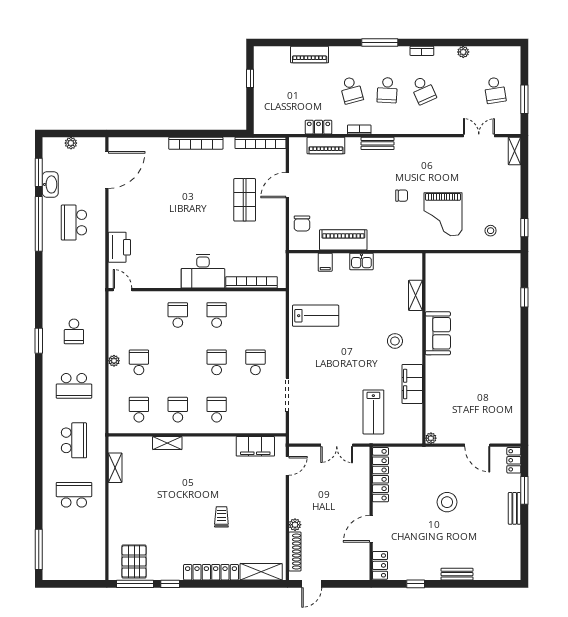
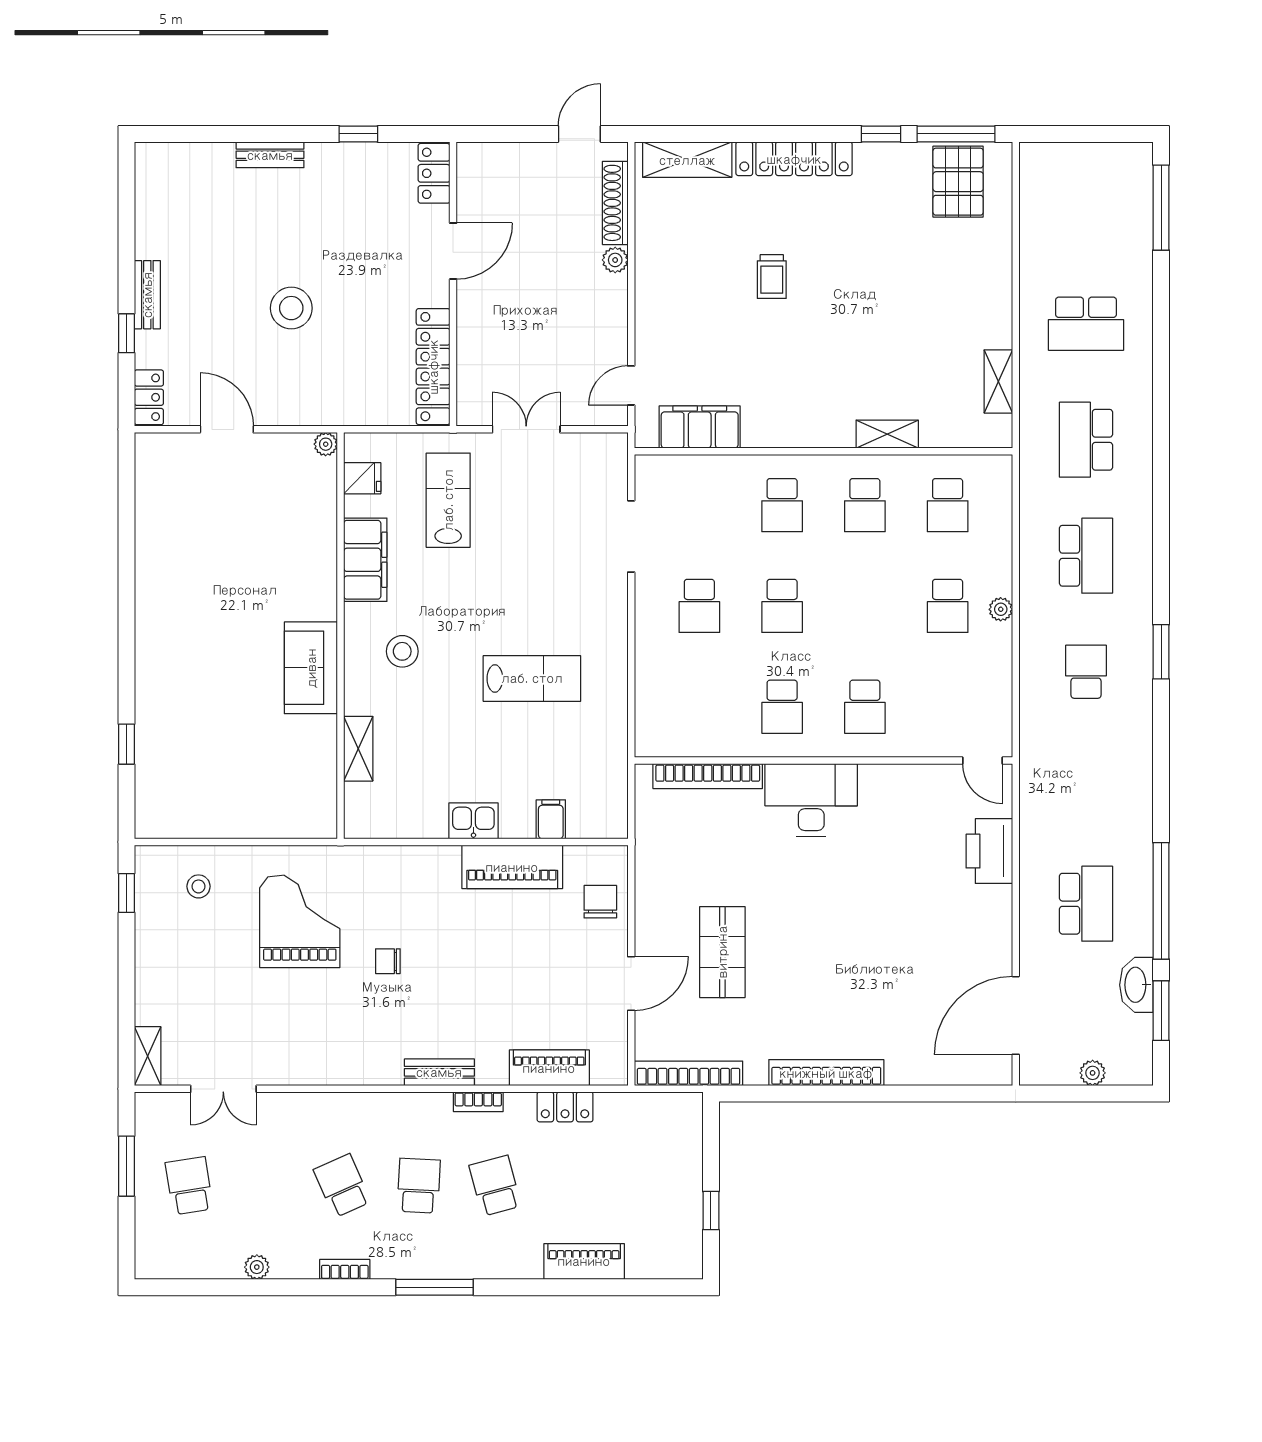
lab bench: (316, 316) -> (532, 678), moved, turned 180
school desk: (74, 386) -> (1086, 556), turned 90
fridge: (414, 422) -> (362, 478), added
window: (524, 490) -> (126, 333), width x0.67

